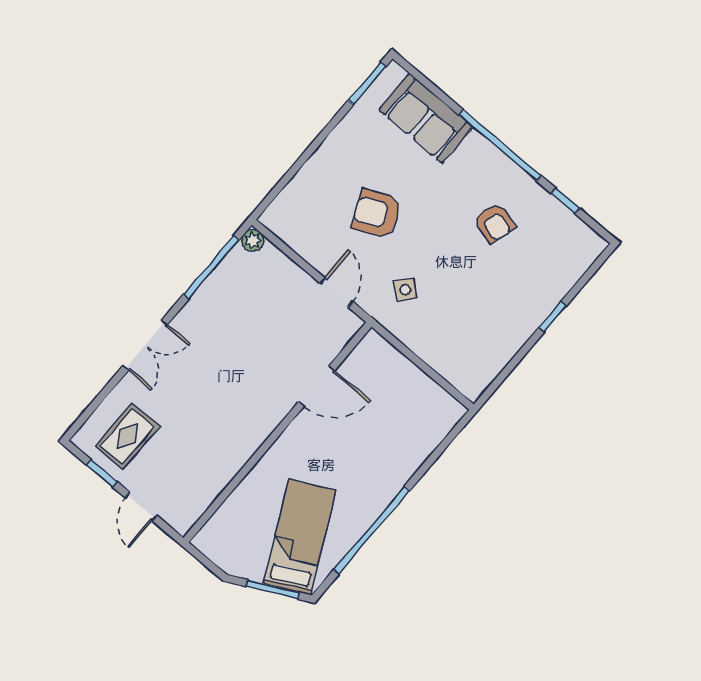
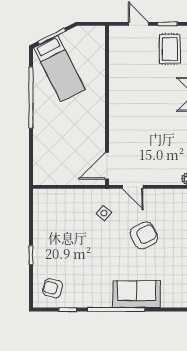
sofa: (426, 118) -> (137, 294), moved
armchair: (494, 223) -> (53, 288), moved
door: (316, 386) -> (107, 166), moved

